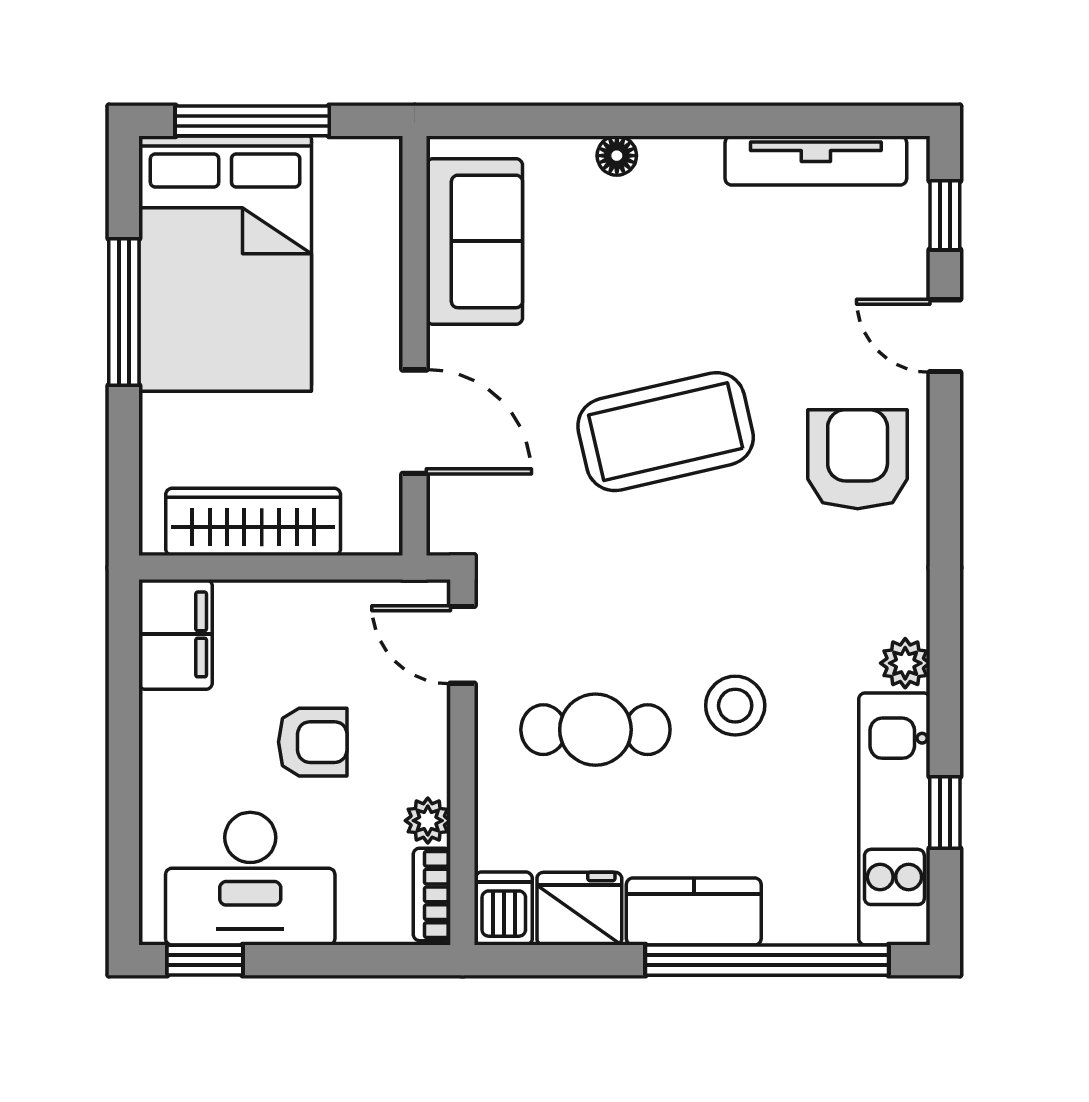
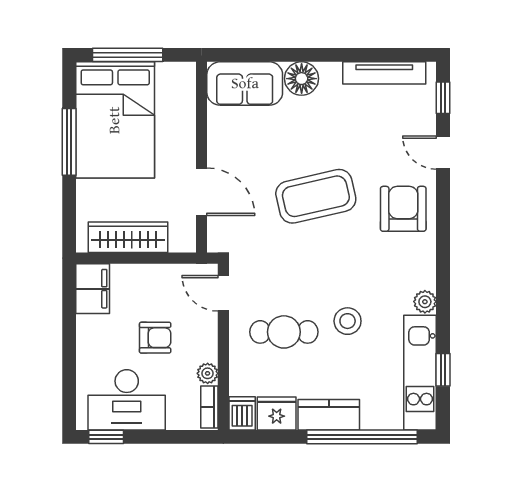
floor lamp: (617, 156) -> (302, 79), width x1.89, depth x1.89
sofa: (474, 241) -> (245, 84), moved, turned 90

